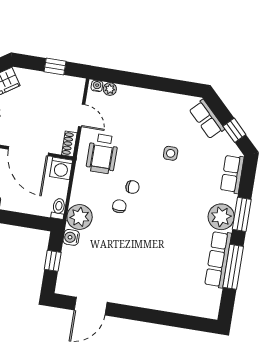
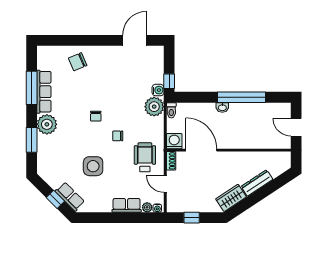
window: (234, 130) -> (55, 199), moved
side table: (171, 153) -> (93, 166), width x1.87, depth x1.87
row of seats: (232, 174) -> (127, 205), moved, turned -90
chair: (119, 206) -> (96, 116), moved
window: (242, 214) -> (32, 140), moved
window: (53, 261) -> (169, 81), moved
chair: (168, 291) -> (78, 62), added

